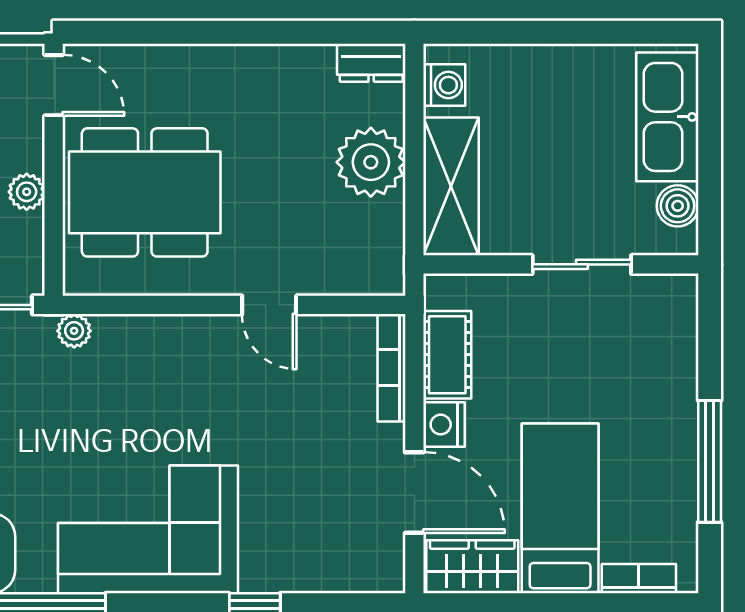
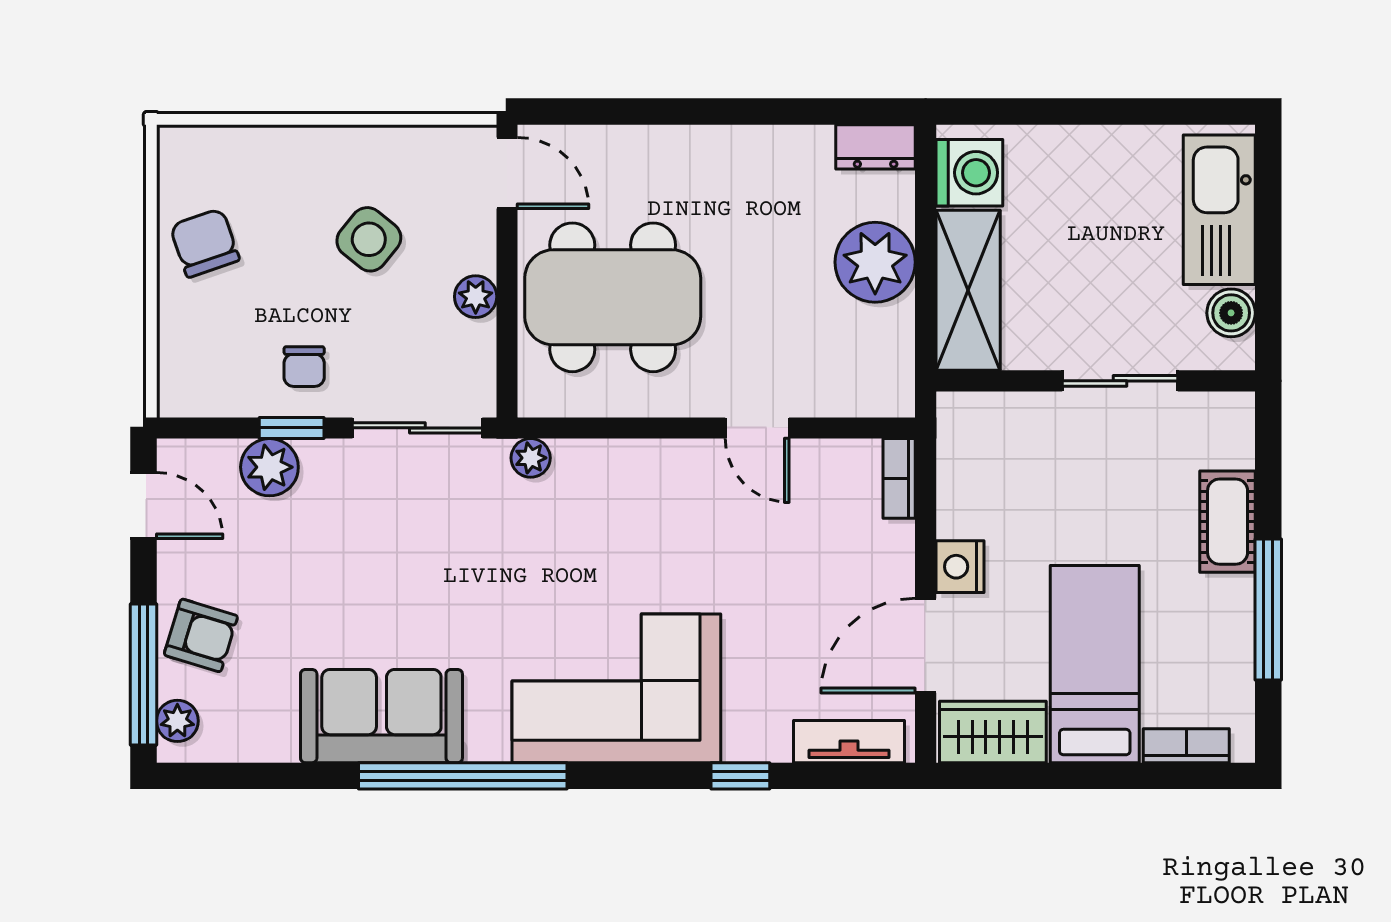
washing machine: (444, 85) -> (969, 173), width x1.38, depth x1.38
cot: (447, 355) -> (1228, 522), moved
bookcase: (392, 368) -> (899, 478), width x0.64
door: (414, 493) -> (926, 646), swing flipped
tv unit: (348, 575) -> (849, 742), added

